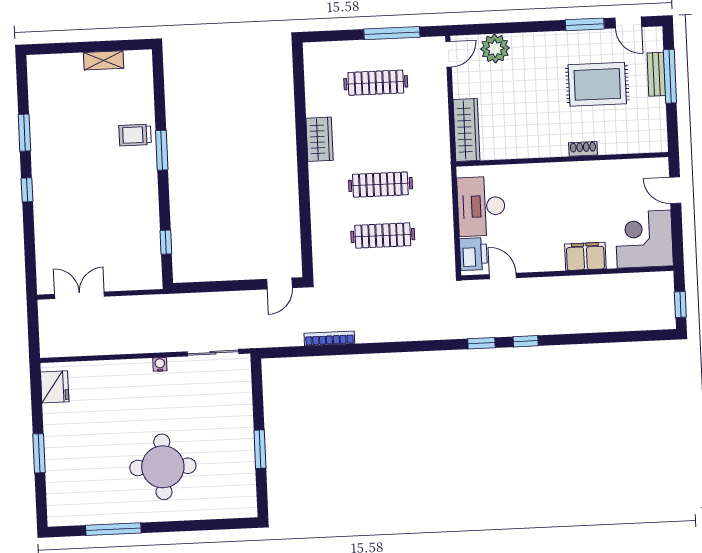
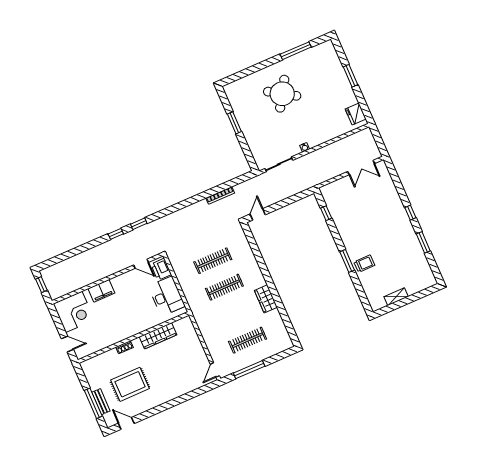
window: (585, 24) -> (149, 413), removed
plant: (495, 49) -> (191, 382), removed
wardrobe: (467, 130) -> (158, 336), moved, turned -90
round table: (163, 467) -> (282, 94), turned 32

